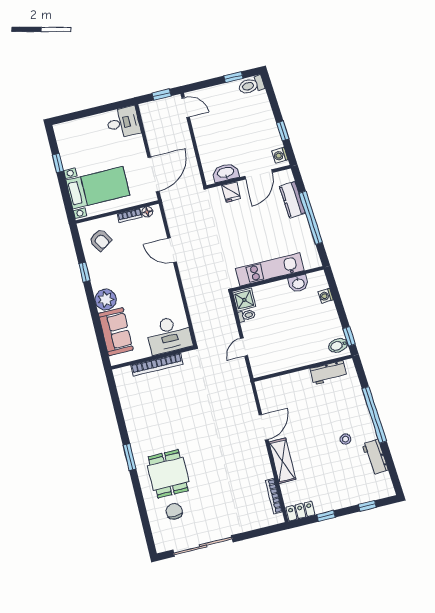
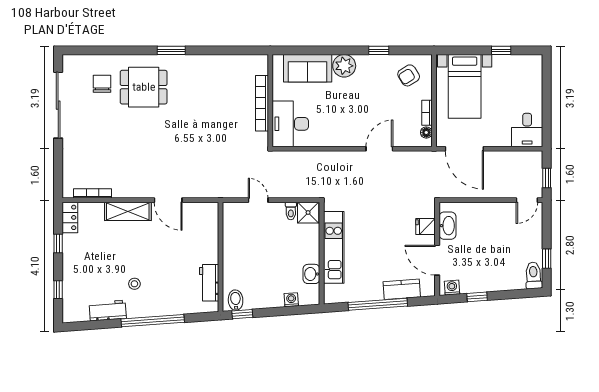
chair: (174, 511) -> (102, 84), turned -90

